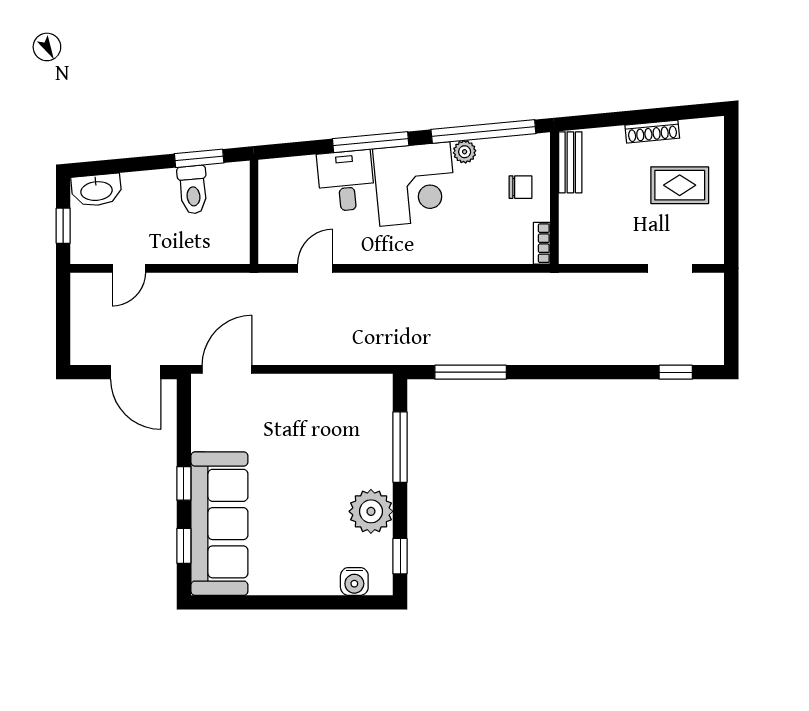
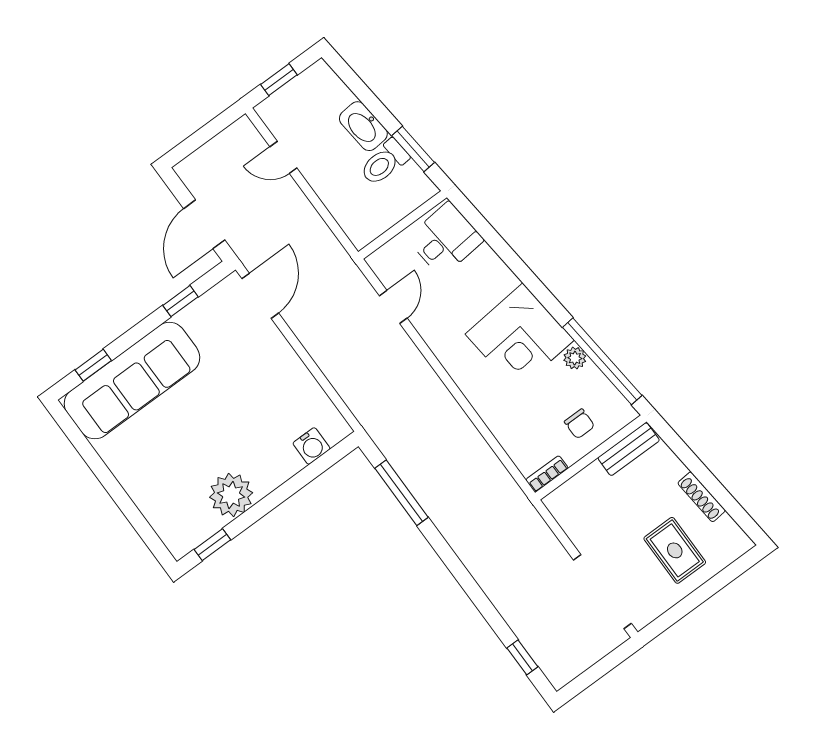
window: (371, 142) -> (527, 277), removed
desk: (346, 181) -> (445, 239), moved
washbasin: (96, 190) -> (363, 126), moved
door: (315, 268) -> (393, 307), hinge flipped
doorway: (670, 268) -> (602, 592), width x1.87
door: (227, 369) -> (260, 296), hinge flipped
window: (400, 447) -> (300, 480), removed
window: (184, 483) -> (180, 301), moved
water cooler: (354, 581) -> (311, 446), moved, turned -90

